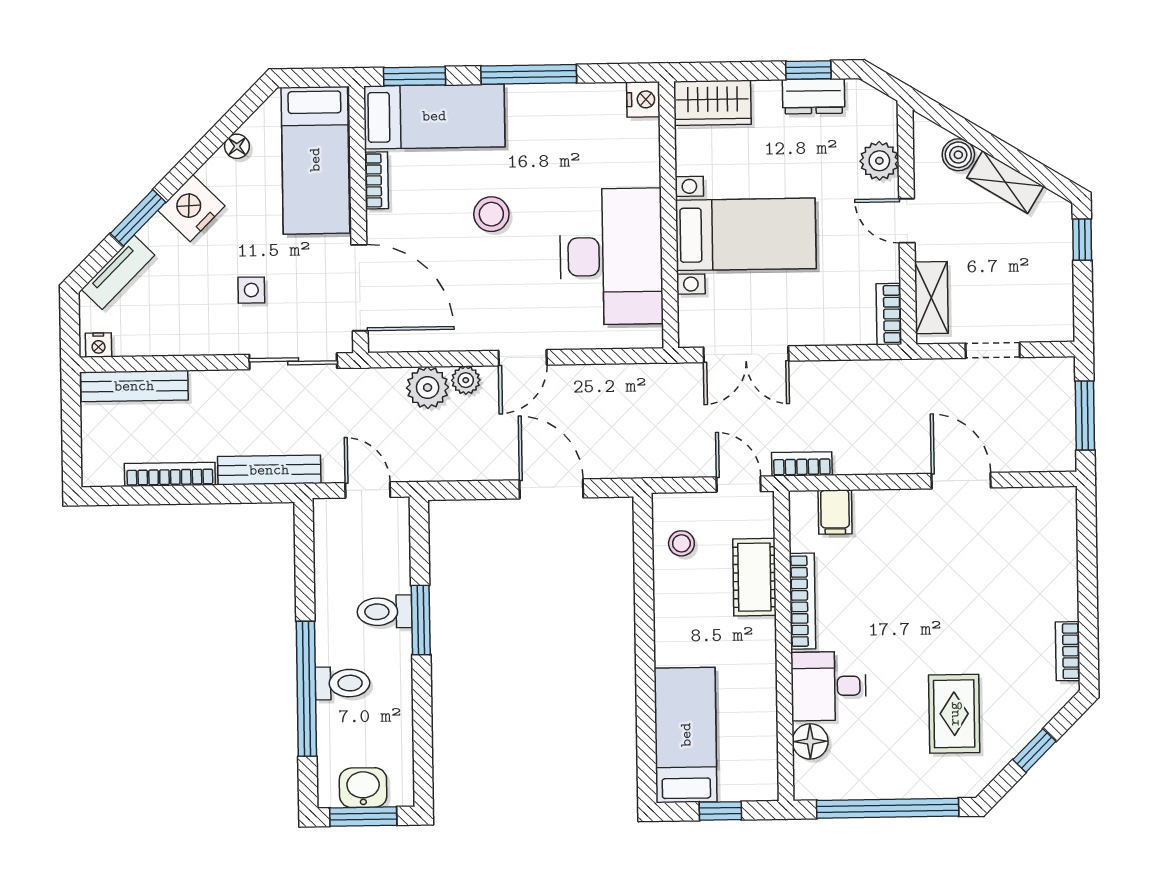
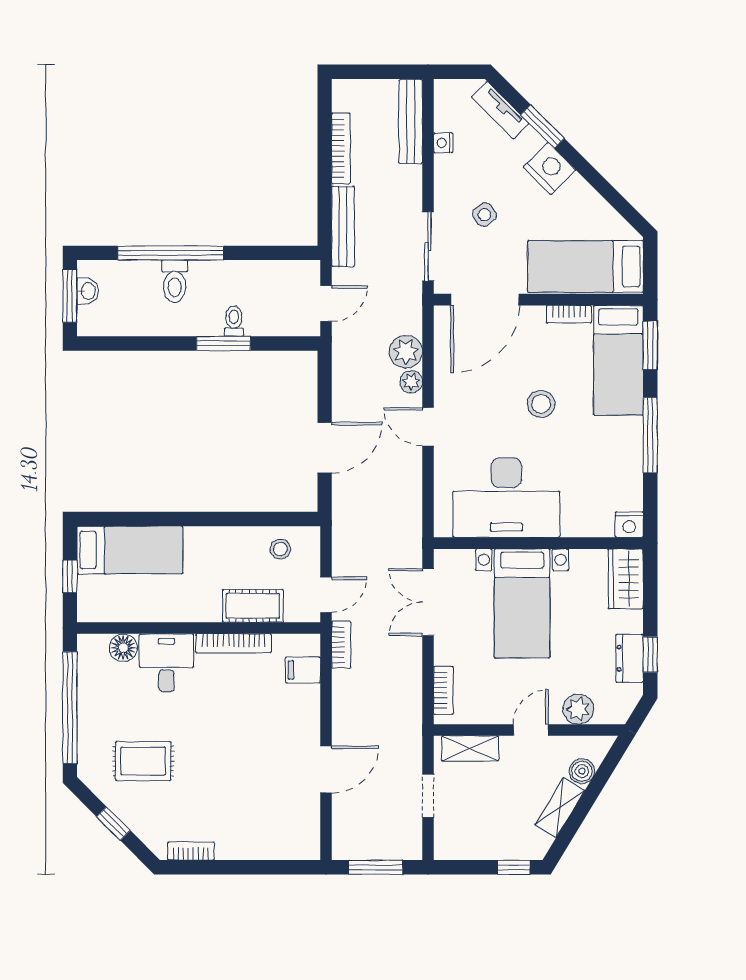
floor lamp: (237, 146) -> (597, 205), removed
side table: (251, 290) -> (484, 215), turned -37
bookcase: (889, 314) -> (443, 690), moved, turned 90
nightstand: (98, 345) -> (443, 143), moved
toilet: (384, 612) -> (234, 321), width x0.73, depth x0.72
washbasin: (363, 788) -> (88, 291), width x0.72, depth x0.69

